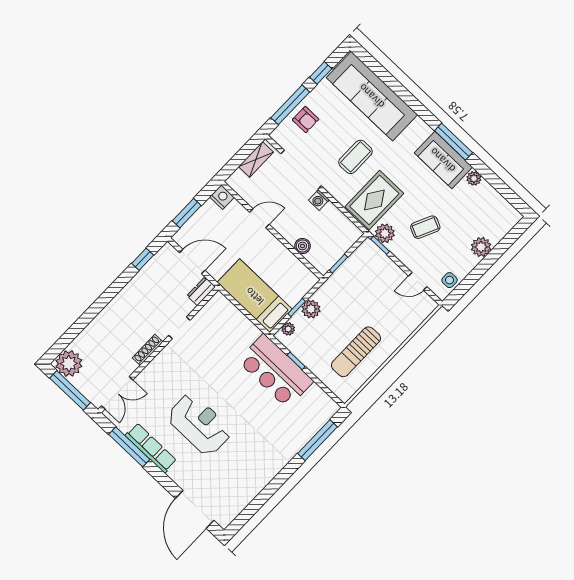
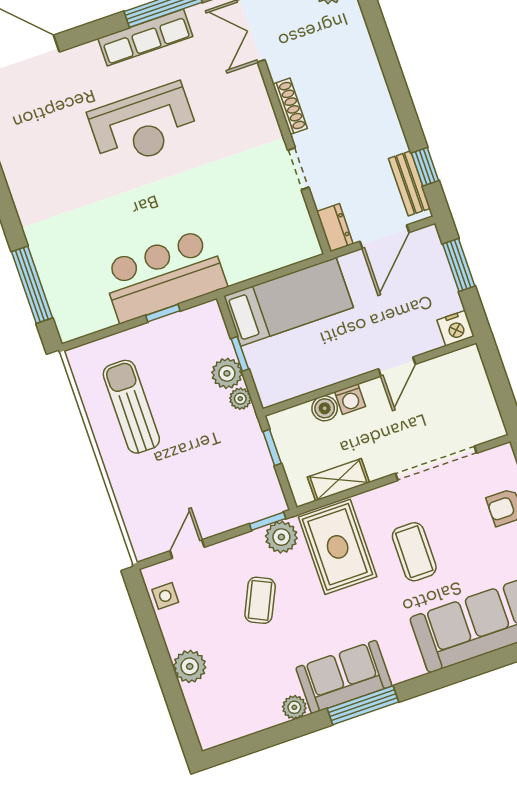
shelving: (256, 159) -> (338, 480), moved, turned 90
washing machine: (319, 200) -> (350, 399), moved, turned 180
bench: (156, 263) -> (409, 183), added
plant: (288, 329) -> (240, 399), moved

